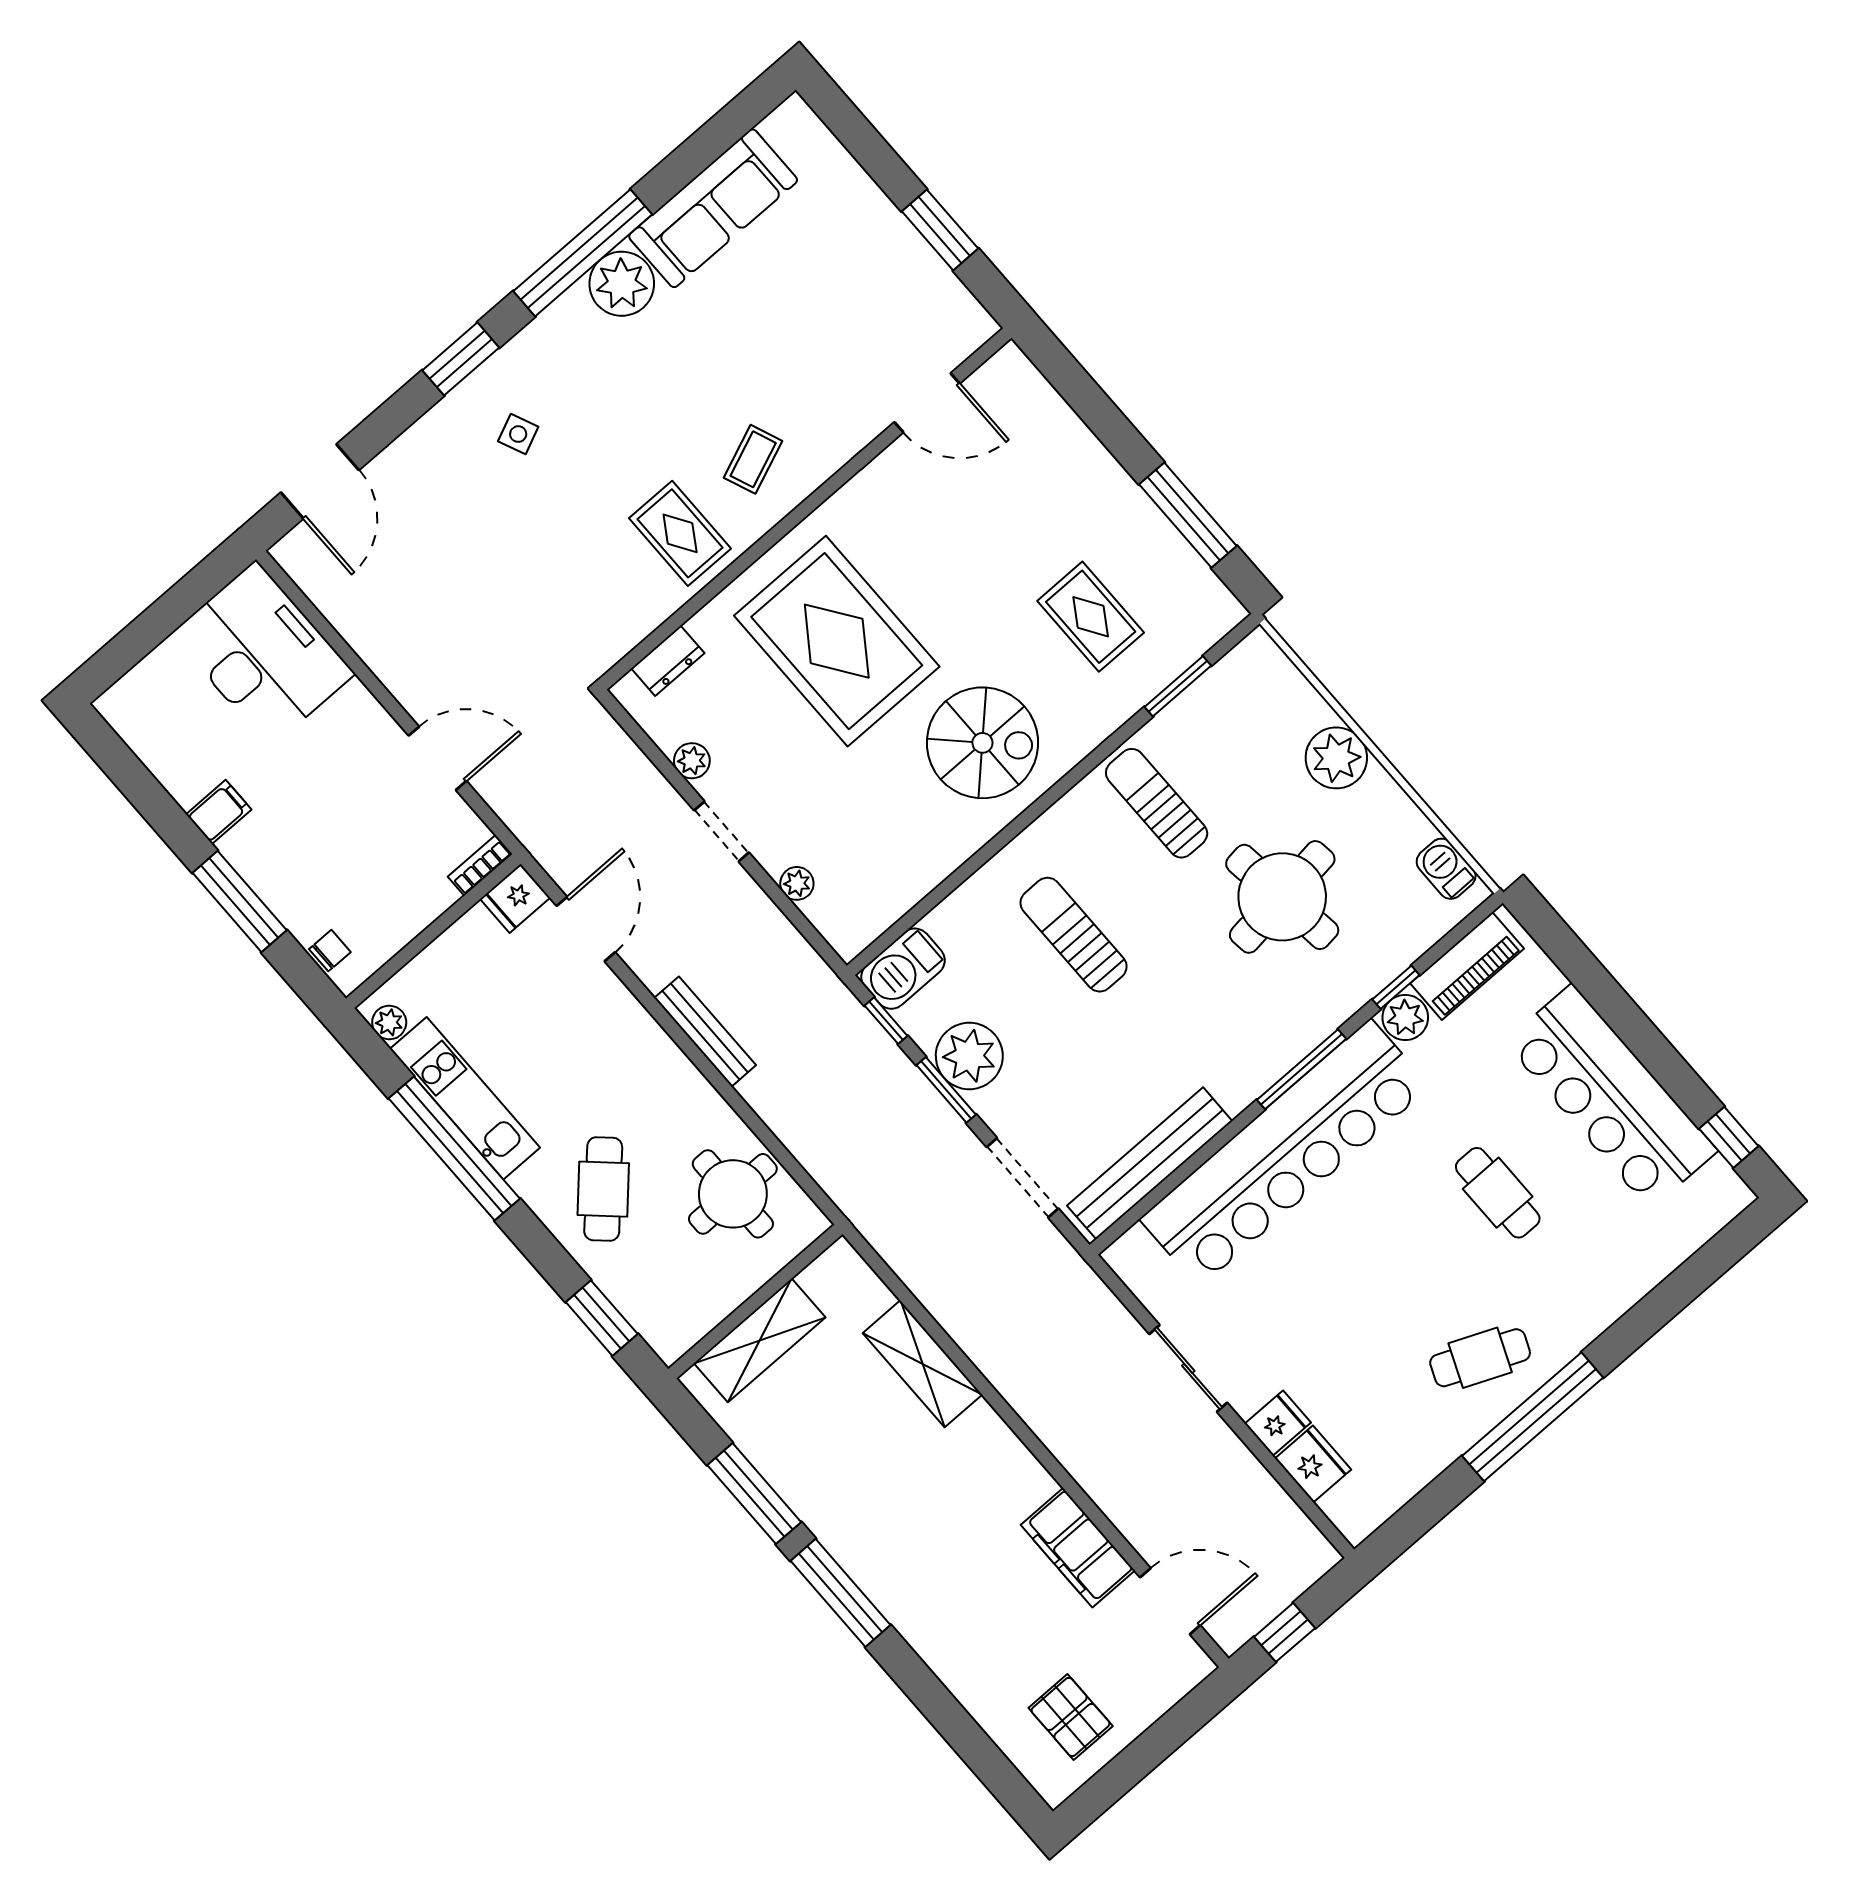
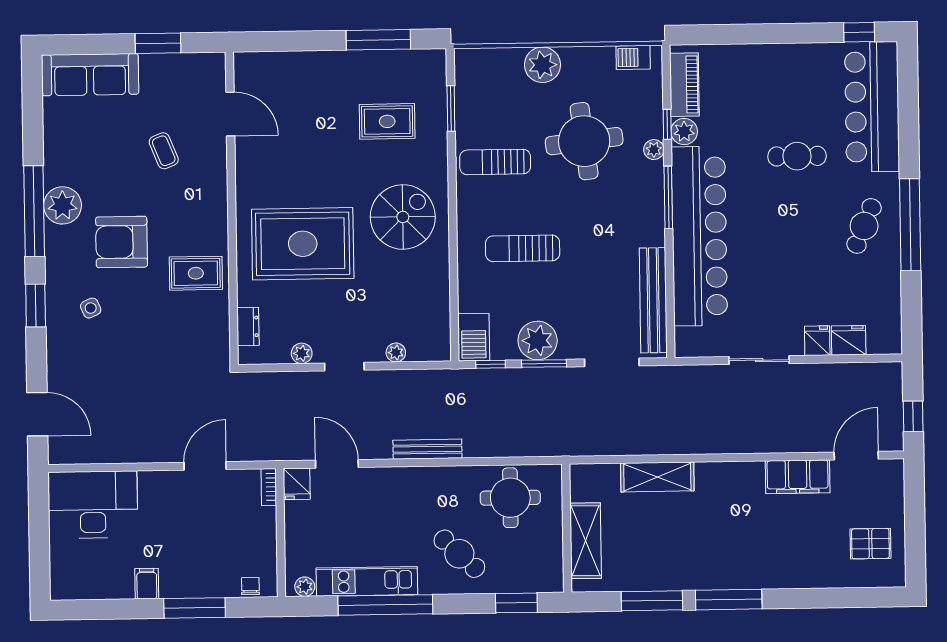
sofa: (713, 208) -> (90, 75), moved, turned 90
armchair: (639, 402) -> (122, 242), added
door: (927, 403) -> (230, 114), hinge flipped
coffee table: (753, 459) -> (164, 151), moved
plant: (1348, 998) -> (654, 150), added
bar counter: (1611, 1096) -> (872, 107), moved, turned 90

